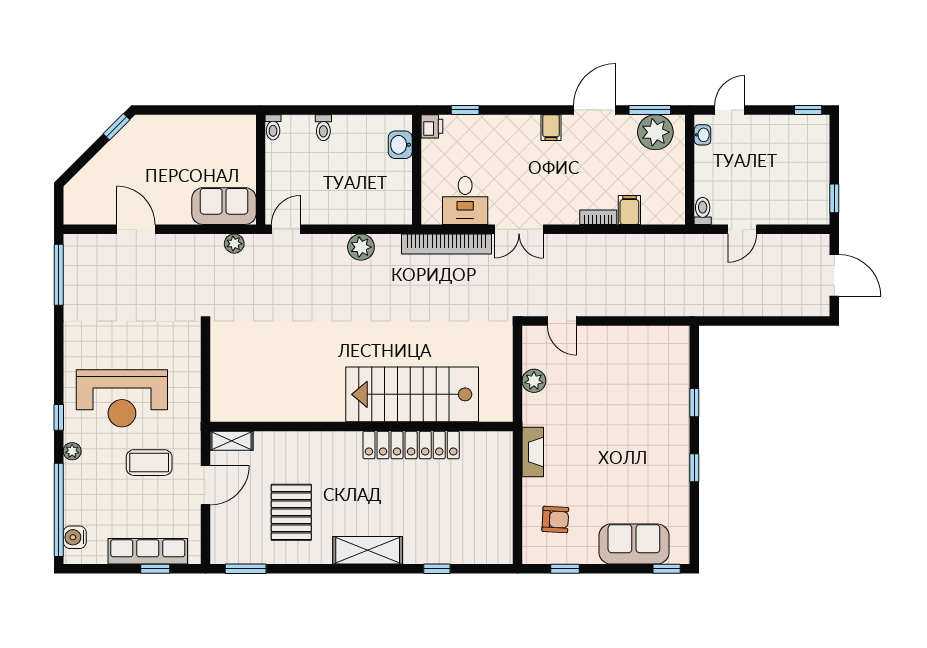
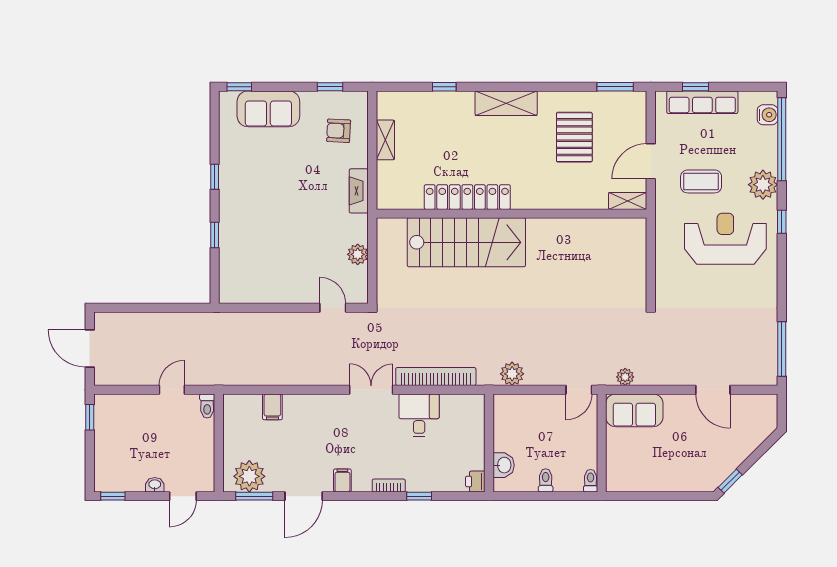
printer: (432, 126) -> (475, 481), moved
washbasin: (702, 135) -> (155, 485), moved, turned 90
washbasin: (400, 145) -> (504, 465), moved
wall: (417, 170) -> (489, 443), moved
bookcase: (598, 217) -> (389, 485), moved, turned 180
plant: (72, 451) -> (763, 185), width x1.88, depth x1.88
shelving: (503, 509) -> (385, 140), added

